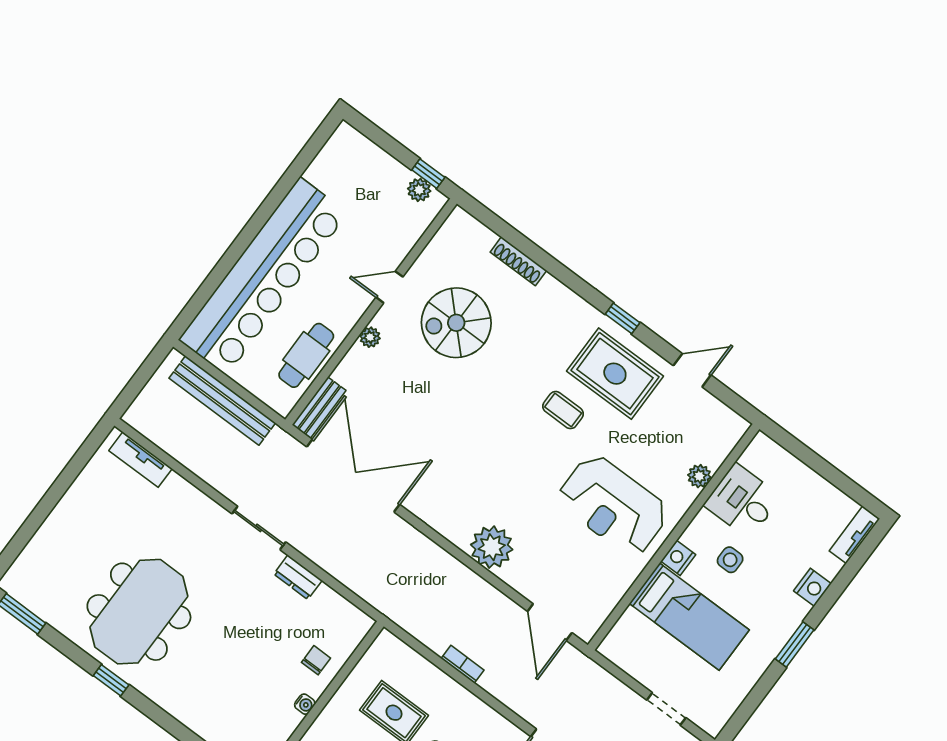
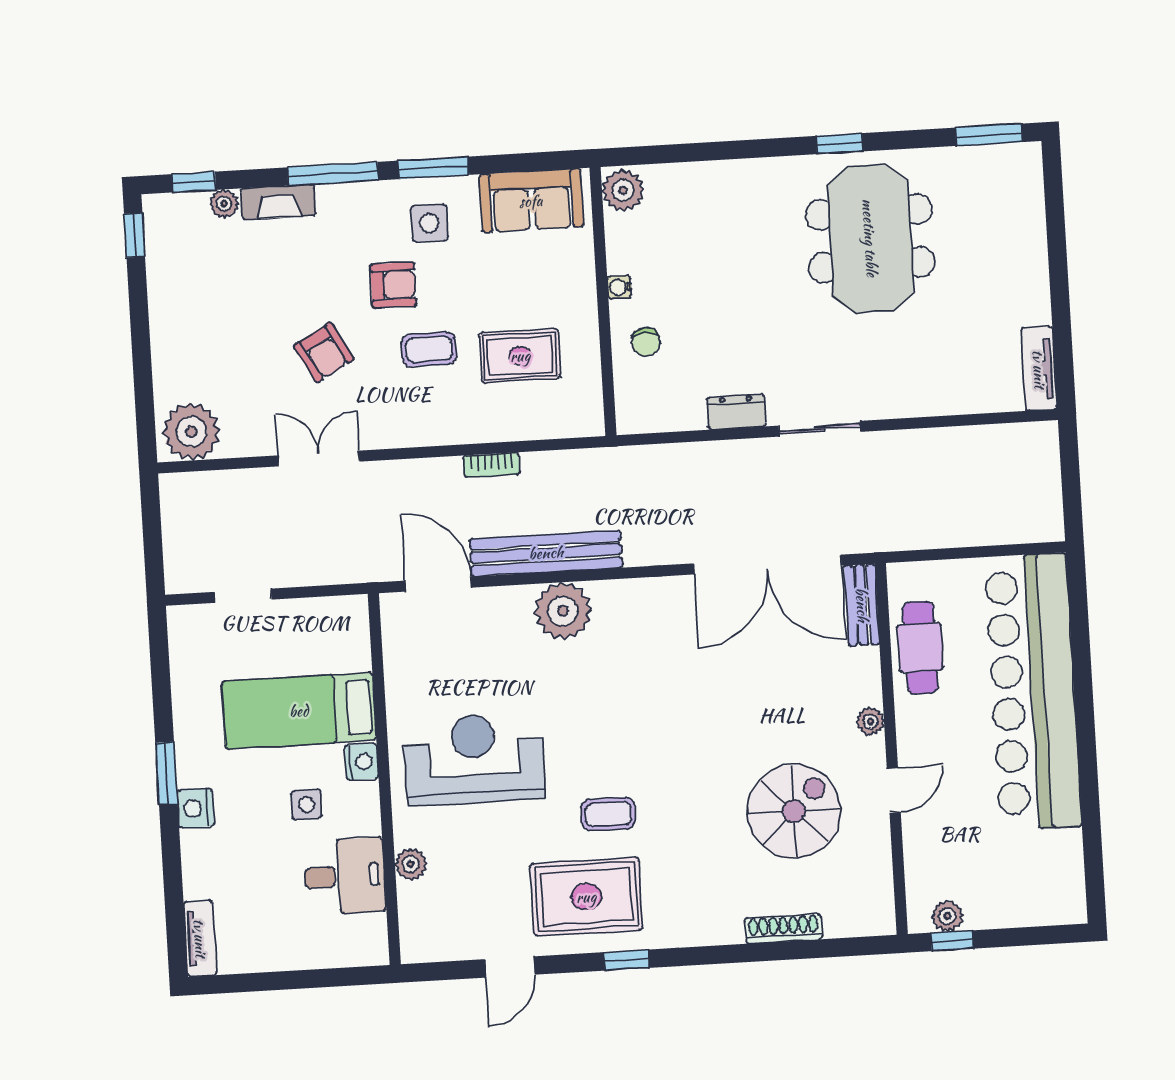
bench: (222, 401) -> (546, 553), moved
tv unit: (140, 460) -> (1039, 369), moved, turned -90
nightstand: (812, 587) -> (195, 808), moved

